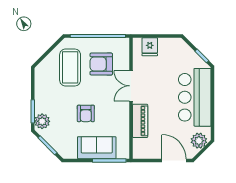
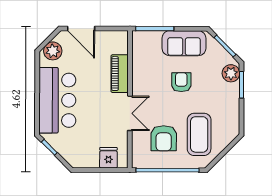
armchair: (101, 64) -> (164, 138), turned 90
sofa: (97, 148) -> (184, 43), moved

